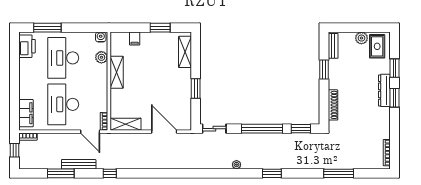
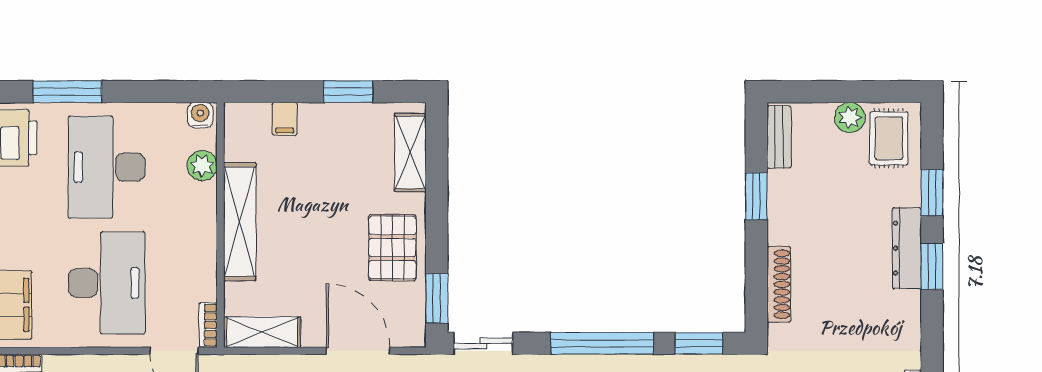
shelving: (117, 72) -> (240, 222), width x1.47
window: (196, 88) -> (437, 298), moved
pallet: (178, 90) -> (392, 248), added
desk: (63, 104) -> (107, 283), turned 180

